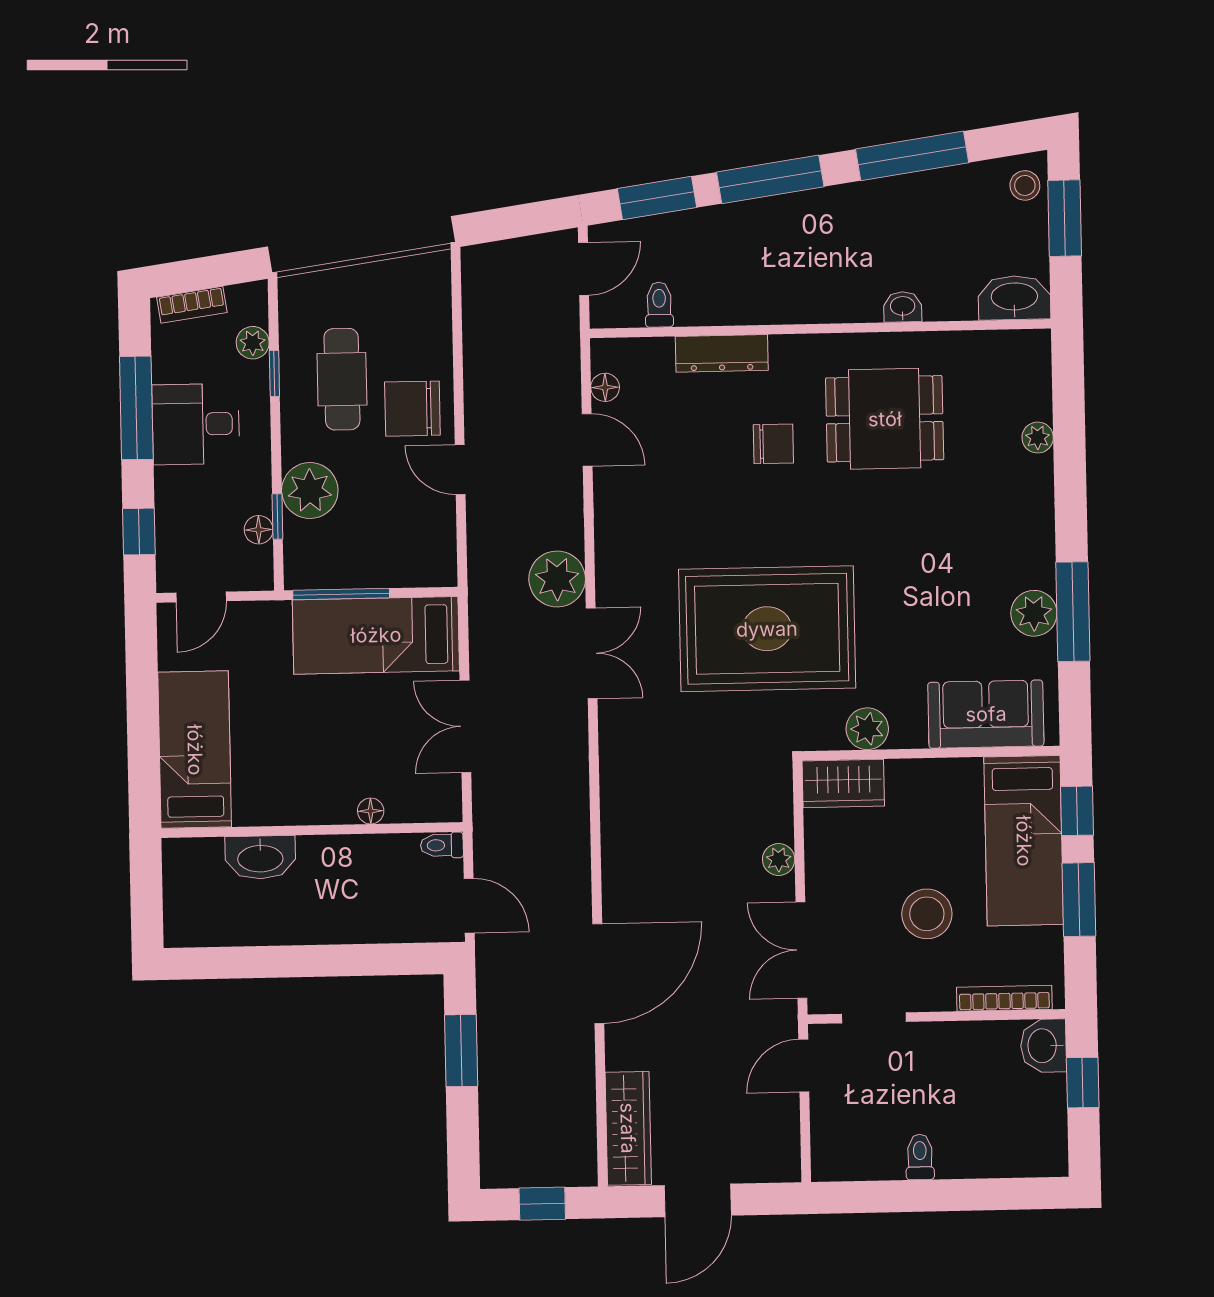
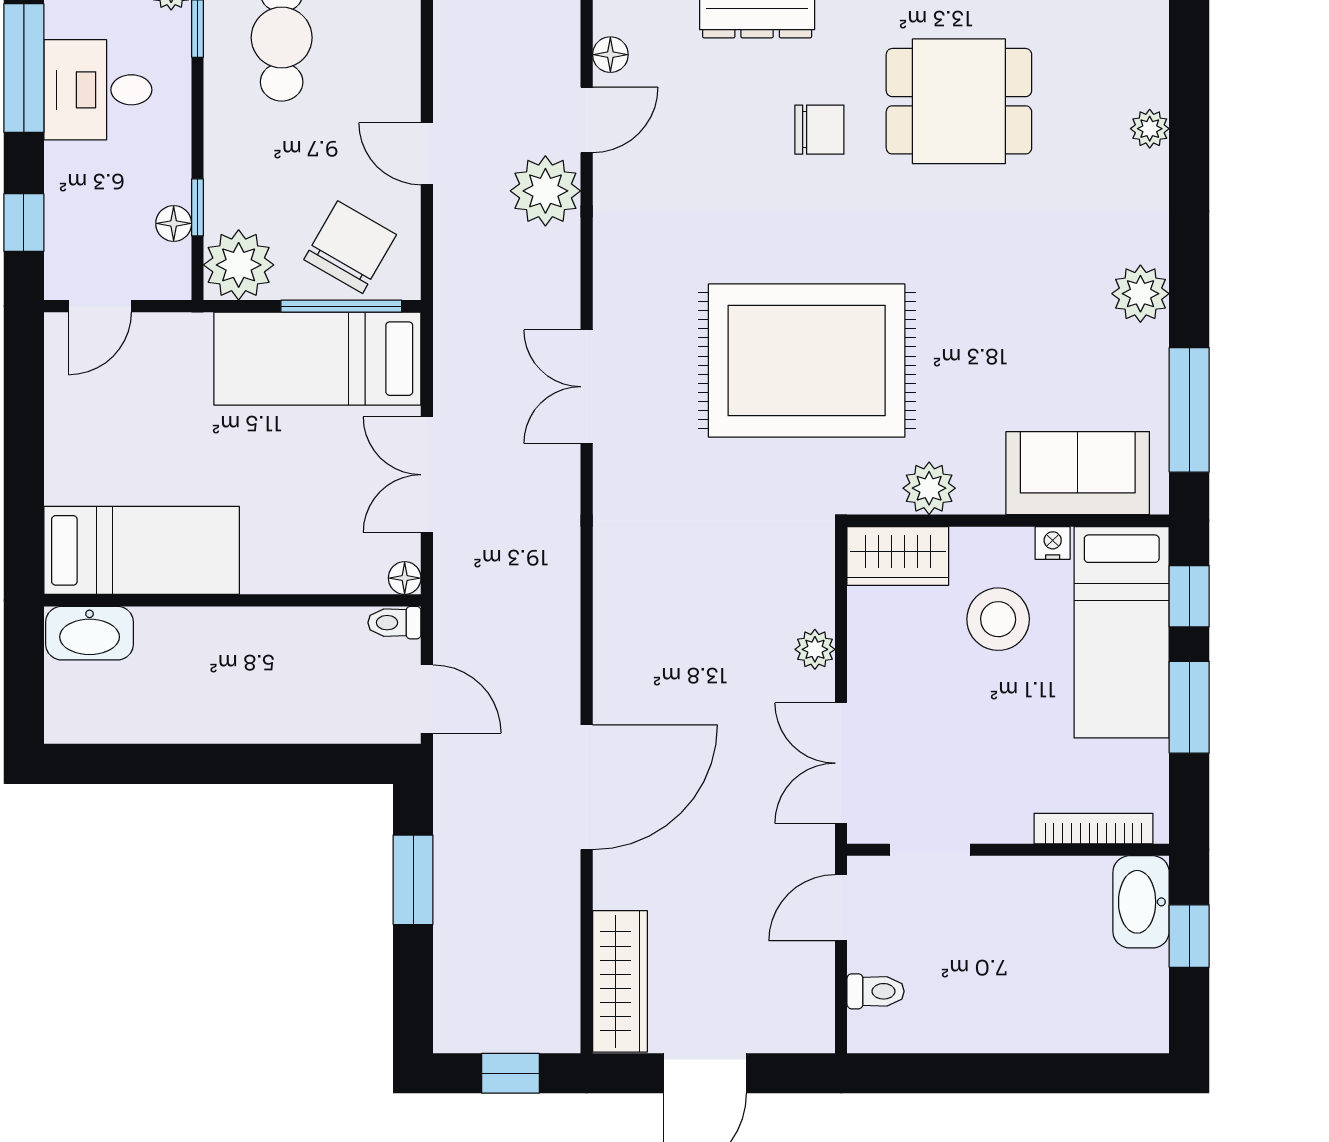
chair: (412, 409) -> (350, 247), moved, turned 120
door: (587, 440) -> (587, 120), hinge flipped
plant: (310, 491) -> (239, 265), moved
plant: (557, 579) -> (545, 191), moved
window: (341, 594) -> (341, 306), moved
window: (1073, 612) -> (1189, 410), moved
plant: (1034, 613) -> (1140, 294), moved
double door: (592, 653) -> (587, 387), swing flipped
bed: (195, 750) -> (142, 550), moved, turned 90
nightstand: (967, 770) -> (1053, 543), added
floor lamp: (371, 811) -> (405, 578), moved
washbasin: (260, 857) -> (90, 633), moved
stool: (927, 914) -> (998, 619), moved
washbasin: (1043, 1046) -> (1141, 902), width x1.38
toilet: (920, 1157) -> (876, 991), moved, turned 90

